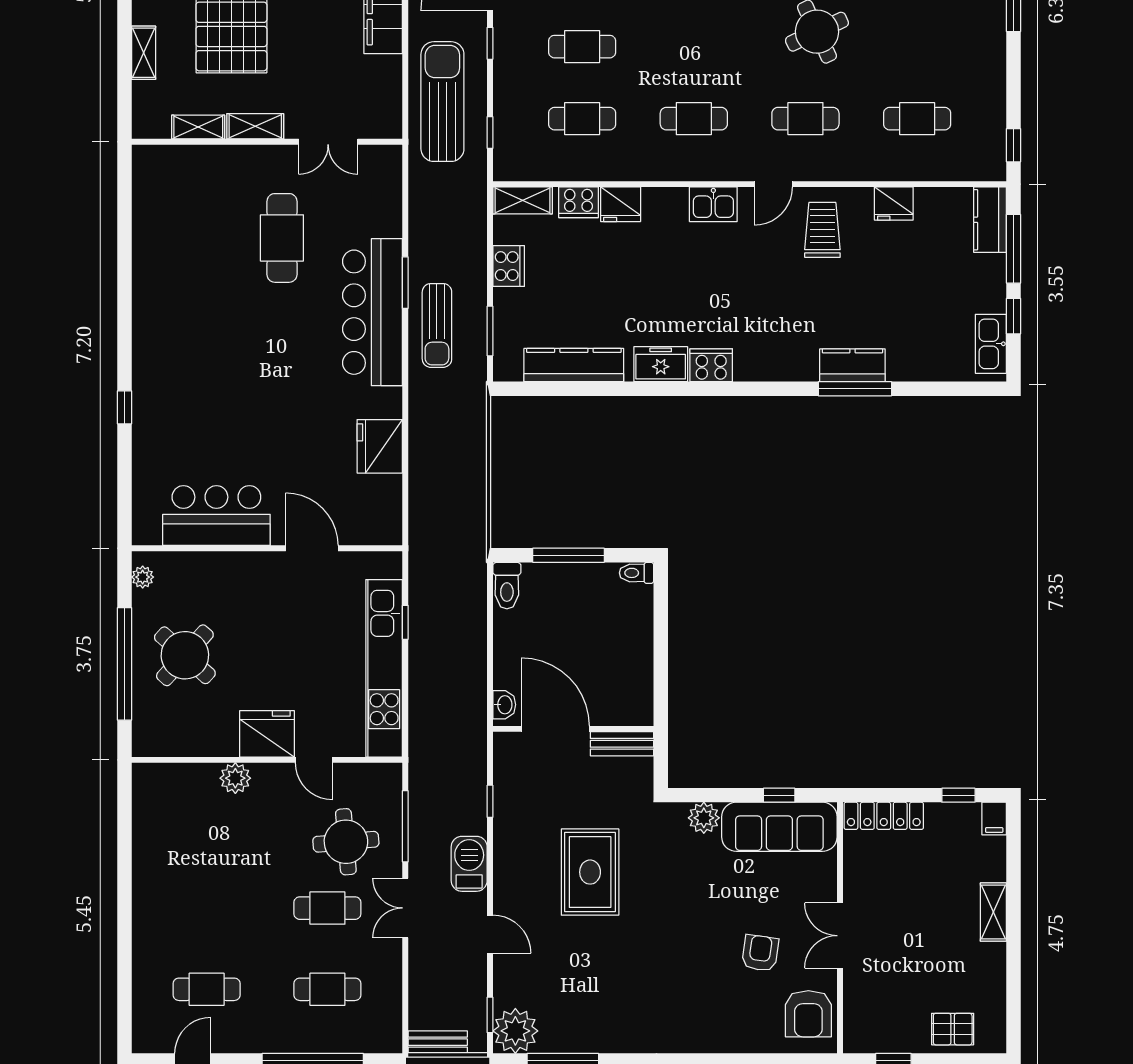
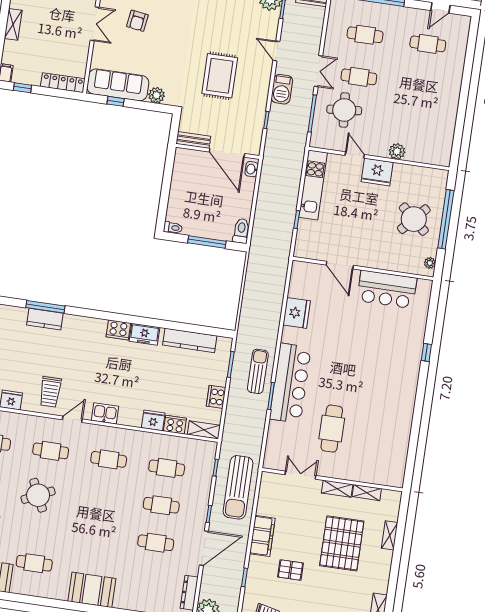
kitchen unit: (384, 668) -> (313, 185), width x0.73

